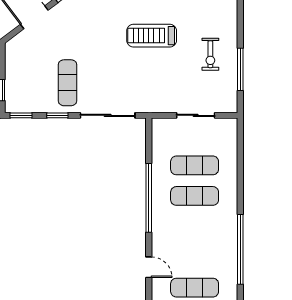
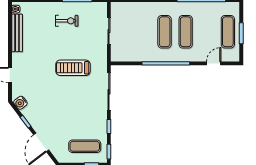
treadmill: (152, 36) -> (73, 68), moved, turned 90
exercise mat: (67, 83) -> (85, 146), moved
exercise mat: (195, 165) -> (186, 32), moved

